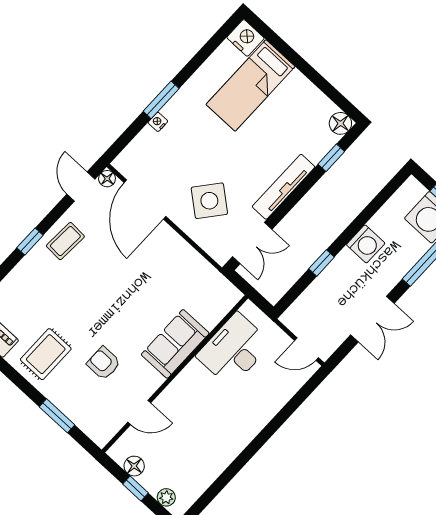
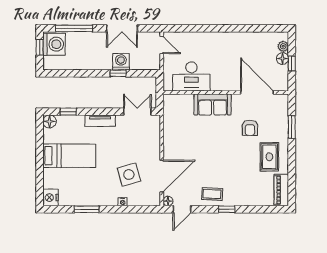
bed: (250, 85) -> (69, 156), moved
window: (161, 100) -> (87, 209), moved
tv unit: (283, 187) -> (100, 121), width x0.71
side table: (209, 201) -> (129, 175), moved, turned 35
washing machine: (366, 244) -> (121, 62), moved
double door: (372, 319) -> (122, 28), swing flipped
rug: (46, 354) -> (269, 157), turned 90
door: (139, 412) -> (257, 92), width x1.88
floor lamp: (134, 466) -> (282, 59), moved

